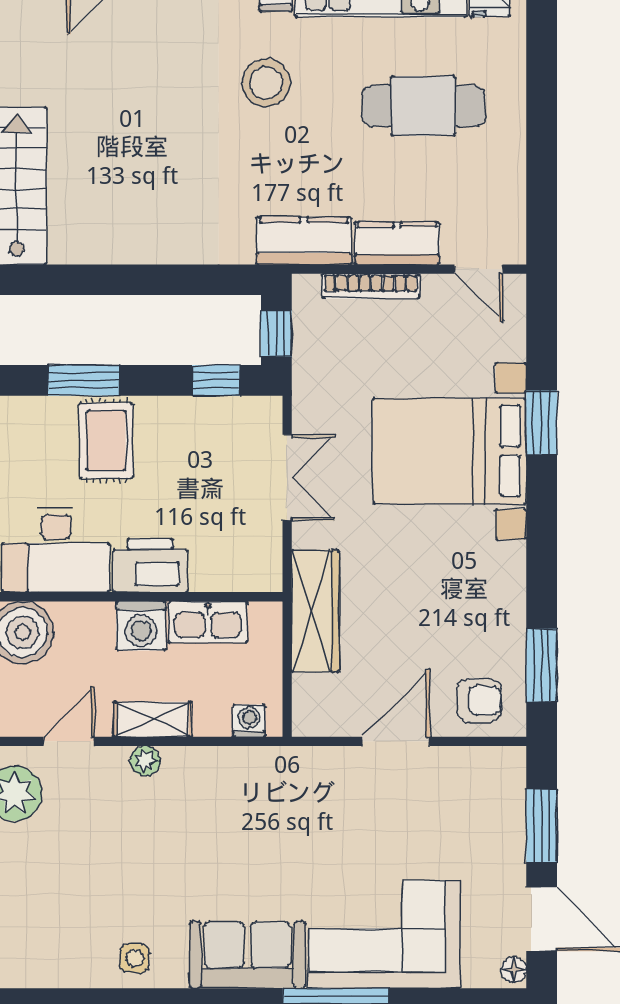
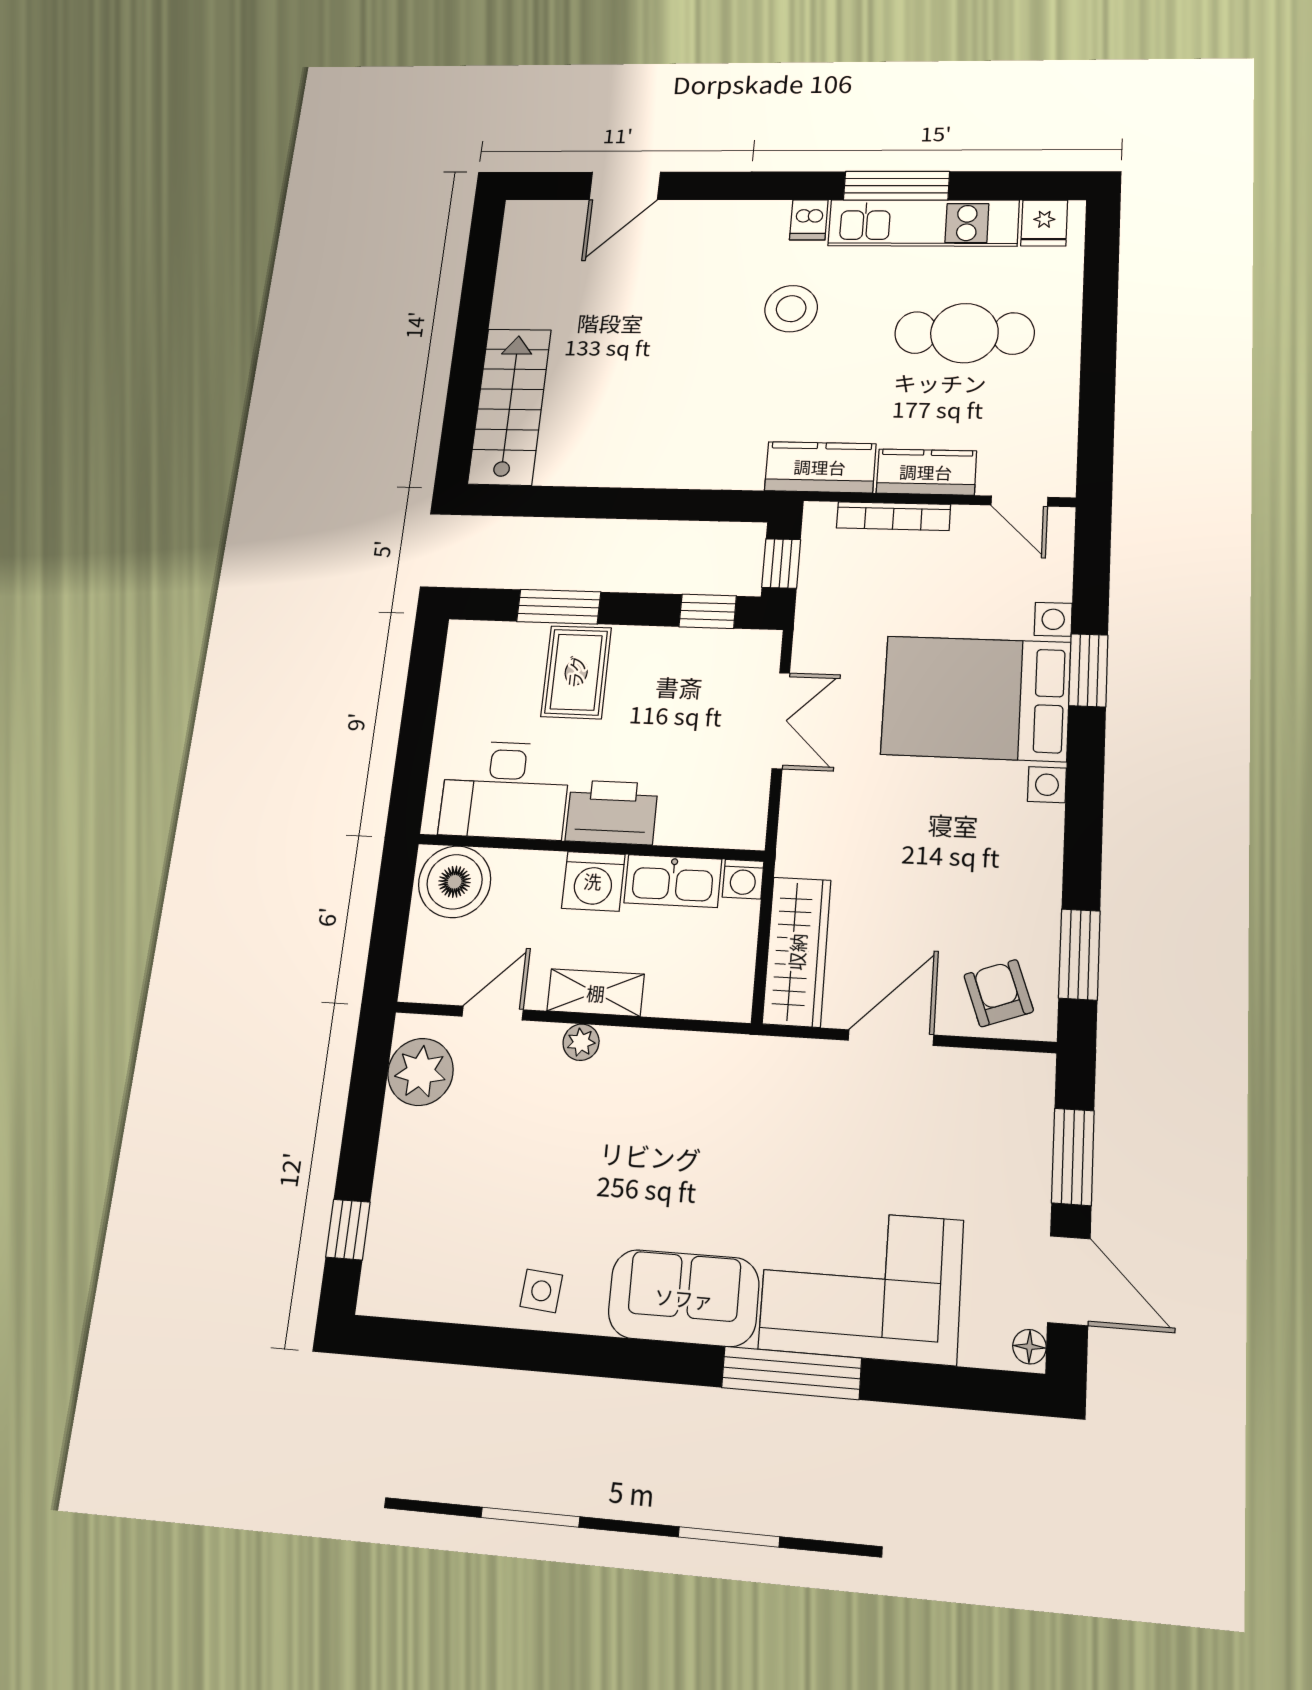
wardrobe: (315, 611) -> (797, 952), moved
armchair: (479, 700) -> (999, 993), turned -110
washing machine: (249, 721) -> (743, 879), moved, turned 180

